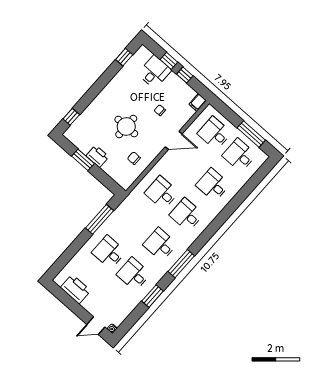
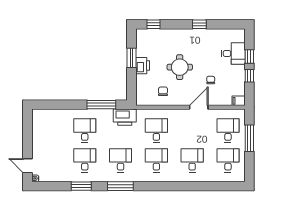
window: (124, 57) -> (199, 24), moved
window: (251, 134) -> (249, 138), moved
door: (174, 140) -> (199, 107), swing flipped
printer: (76, 289) -> (125, 117), moved, turned 90

